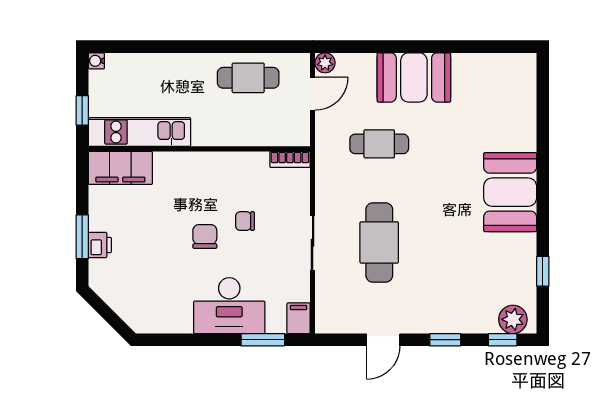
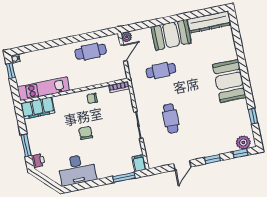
dresser: (494, 68) -> (209, 22), added
window: (82, 110) -> (11, 71), moved
chair: (245, 221) -> (92, 99), moved
cafe table: (379, 242) -> (171, 118), width x0.73, depth x0.74
printer: (100, 245) -> (38, 161), moved
desk: (229, 306) -> (77, 170), moved

